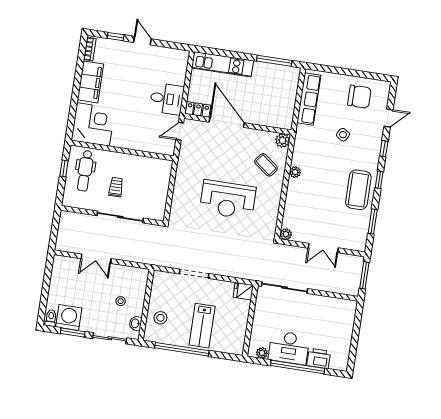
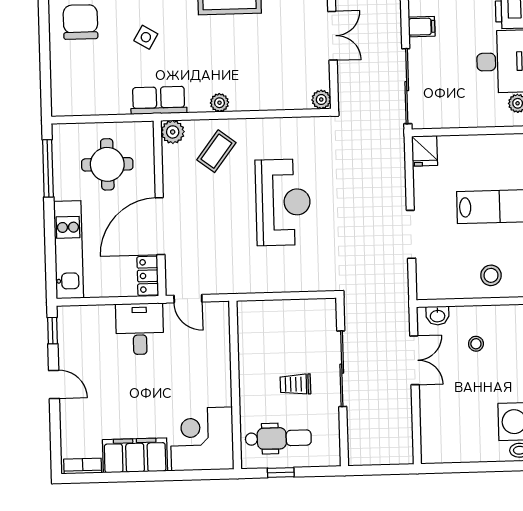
window: (116, 37) -> (53, 331), moved
door: (142, 41) -> (54, 384), swing flipped
round table: (270, 97) -> (107, 164), added
row of seats: (309, 99) -> (159, 100), moved, width x0.68
double door: (96, 259) -> (414, 360), moved
filing cabinet: (319, 303) -> (422, 27), added
washbasin: (135, 323) -> (438, 316), moved

